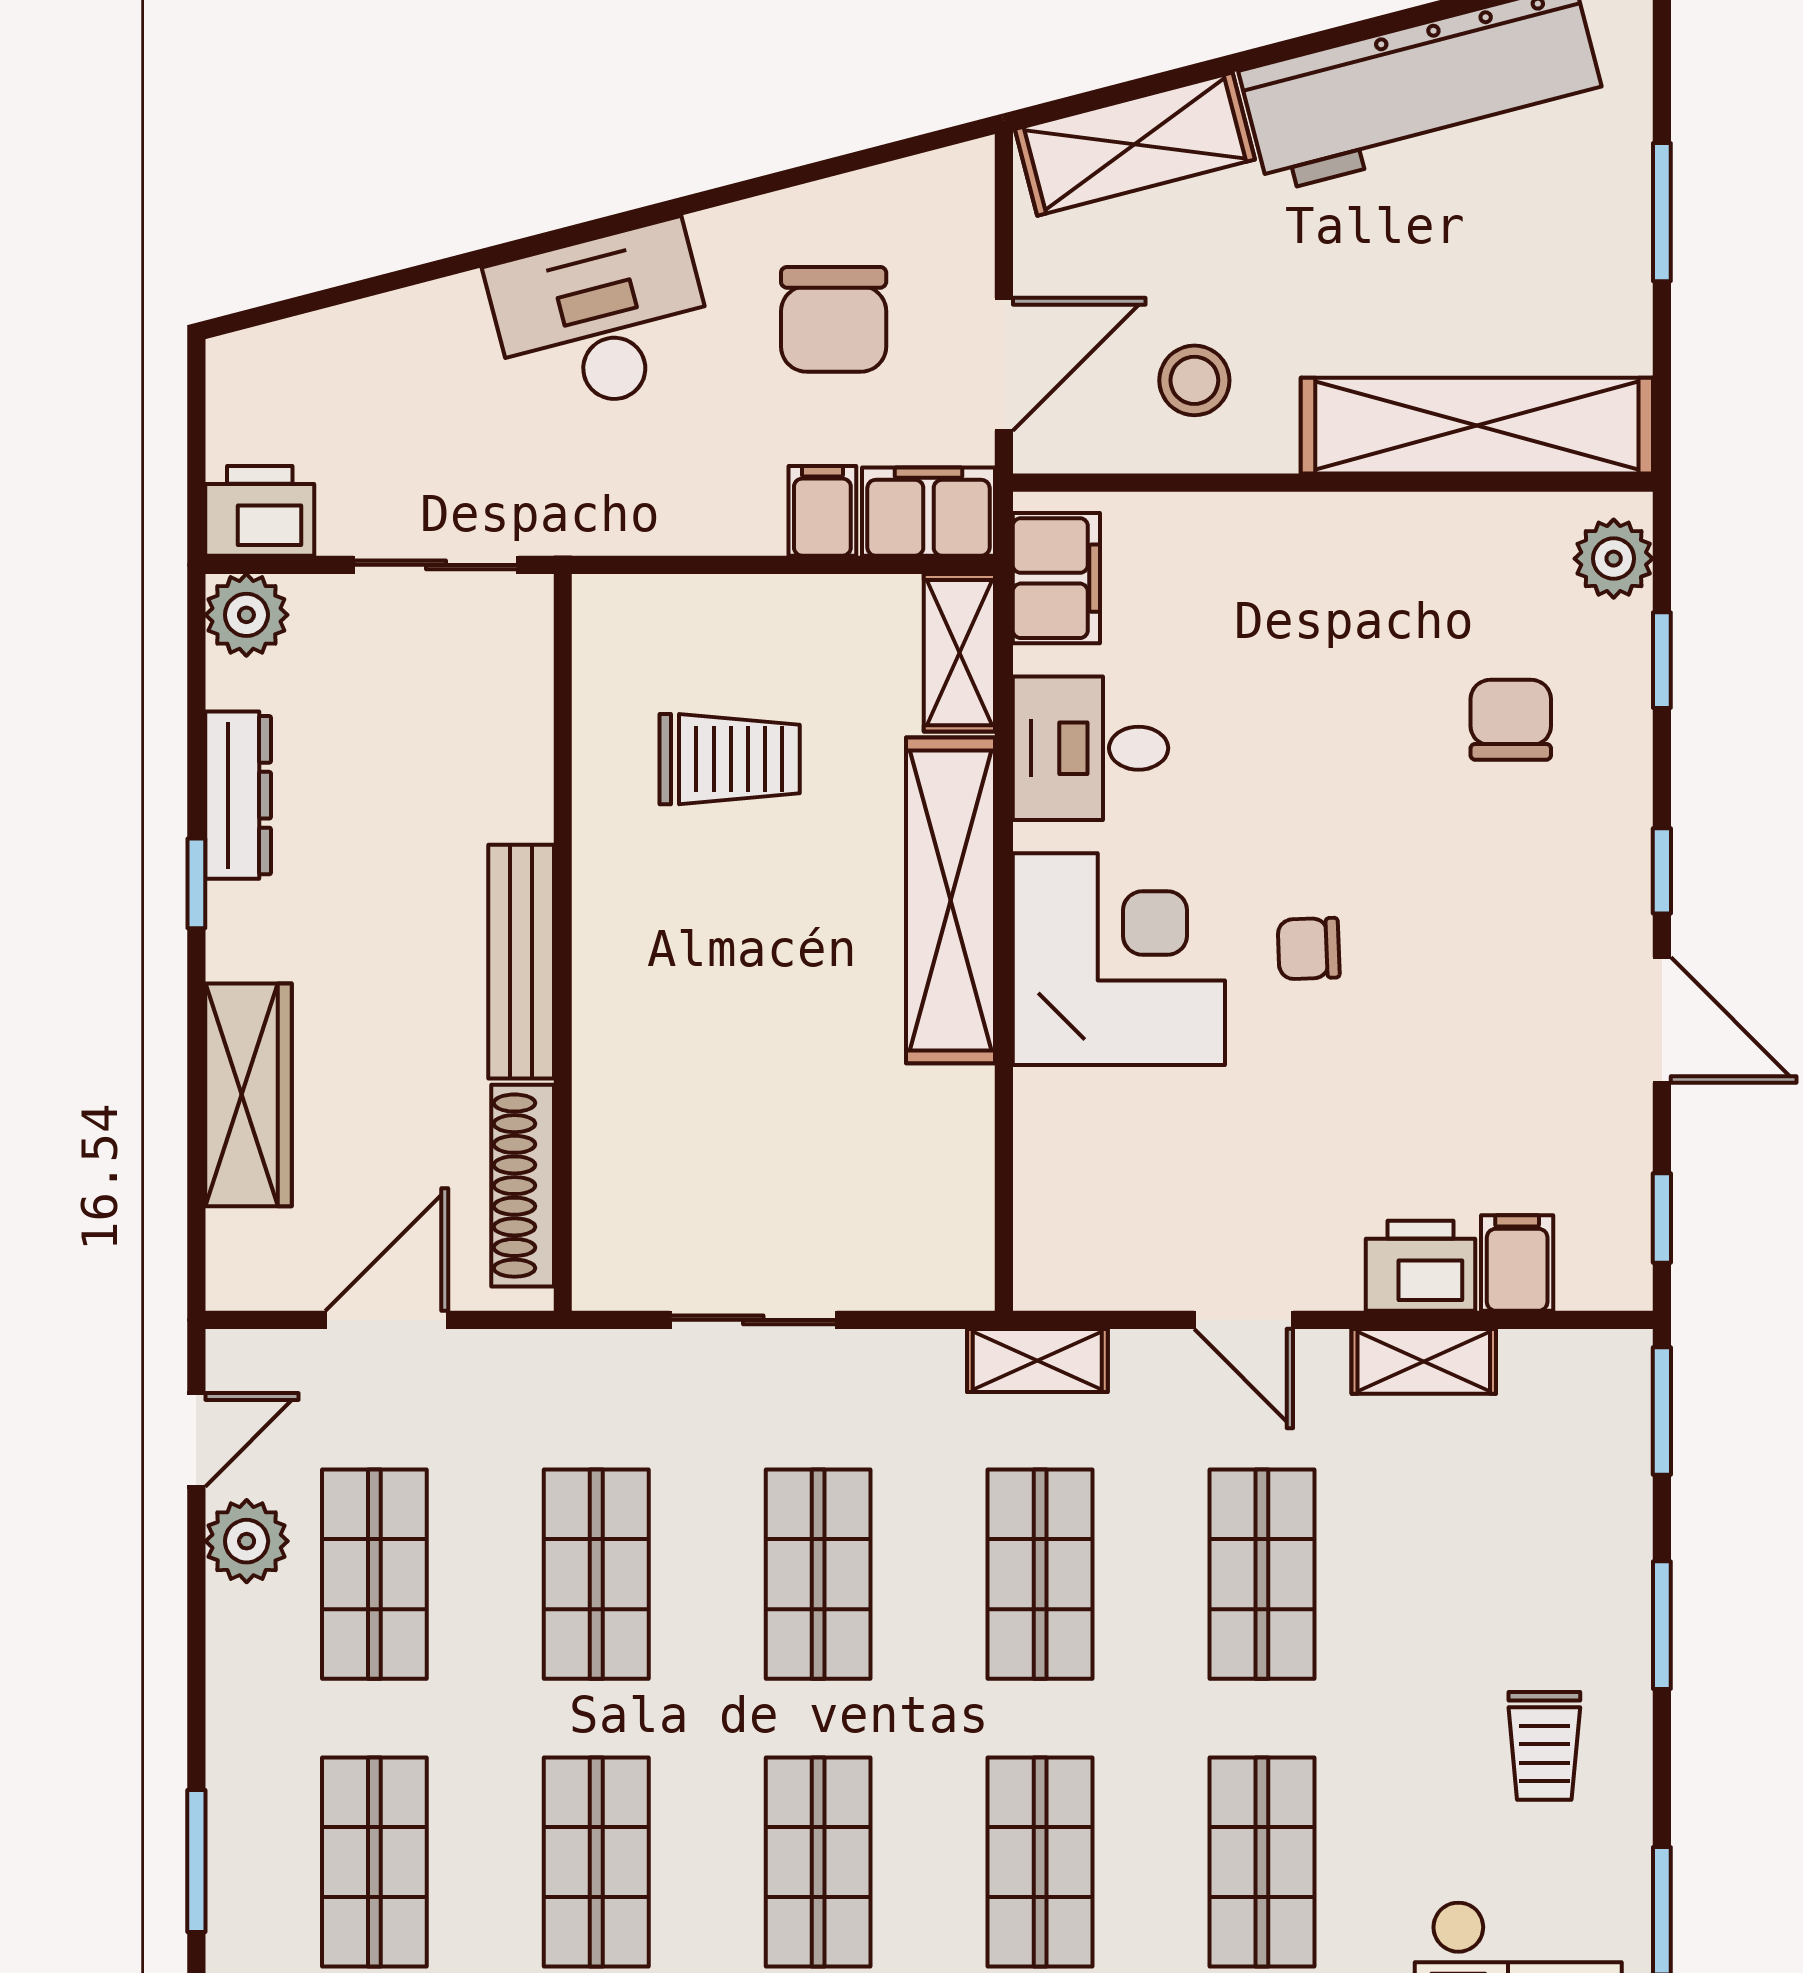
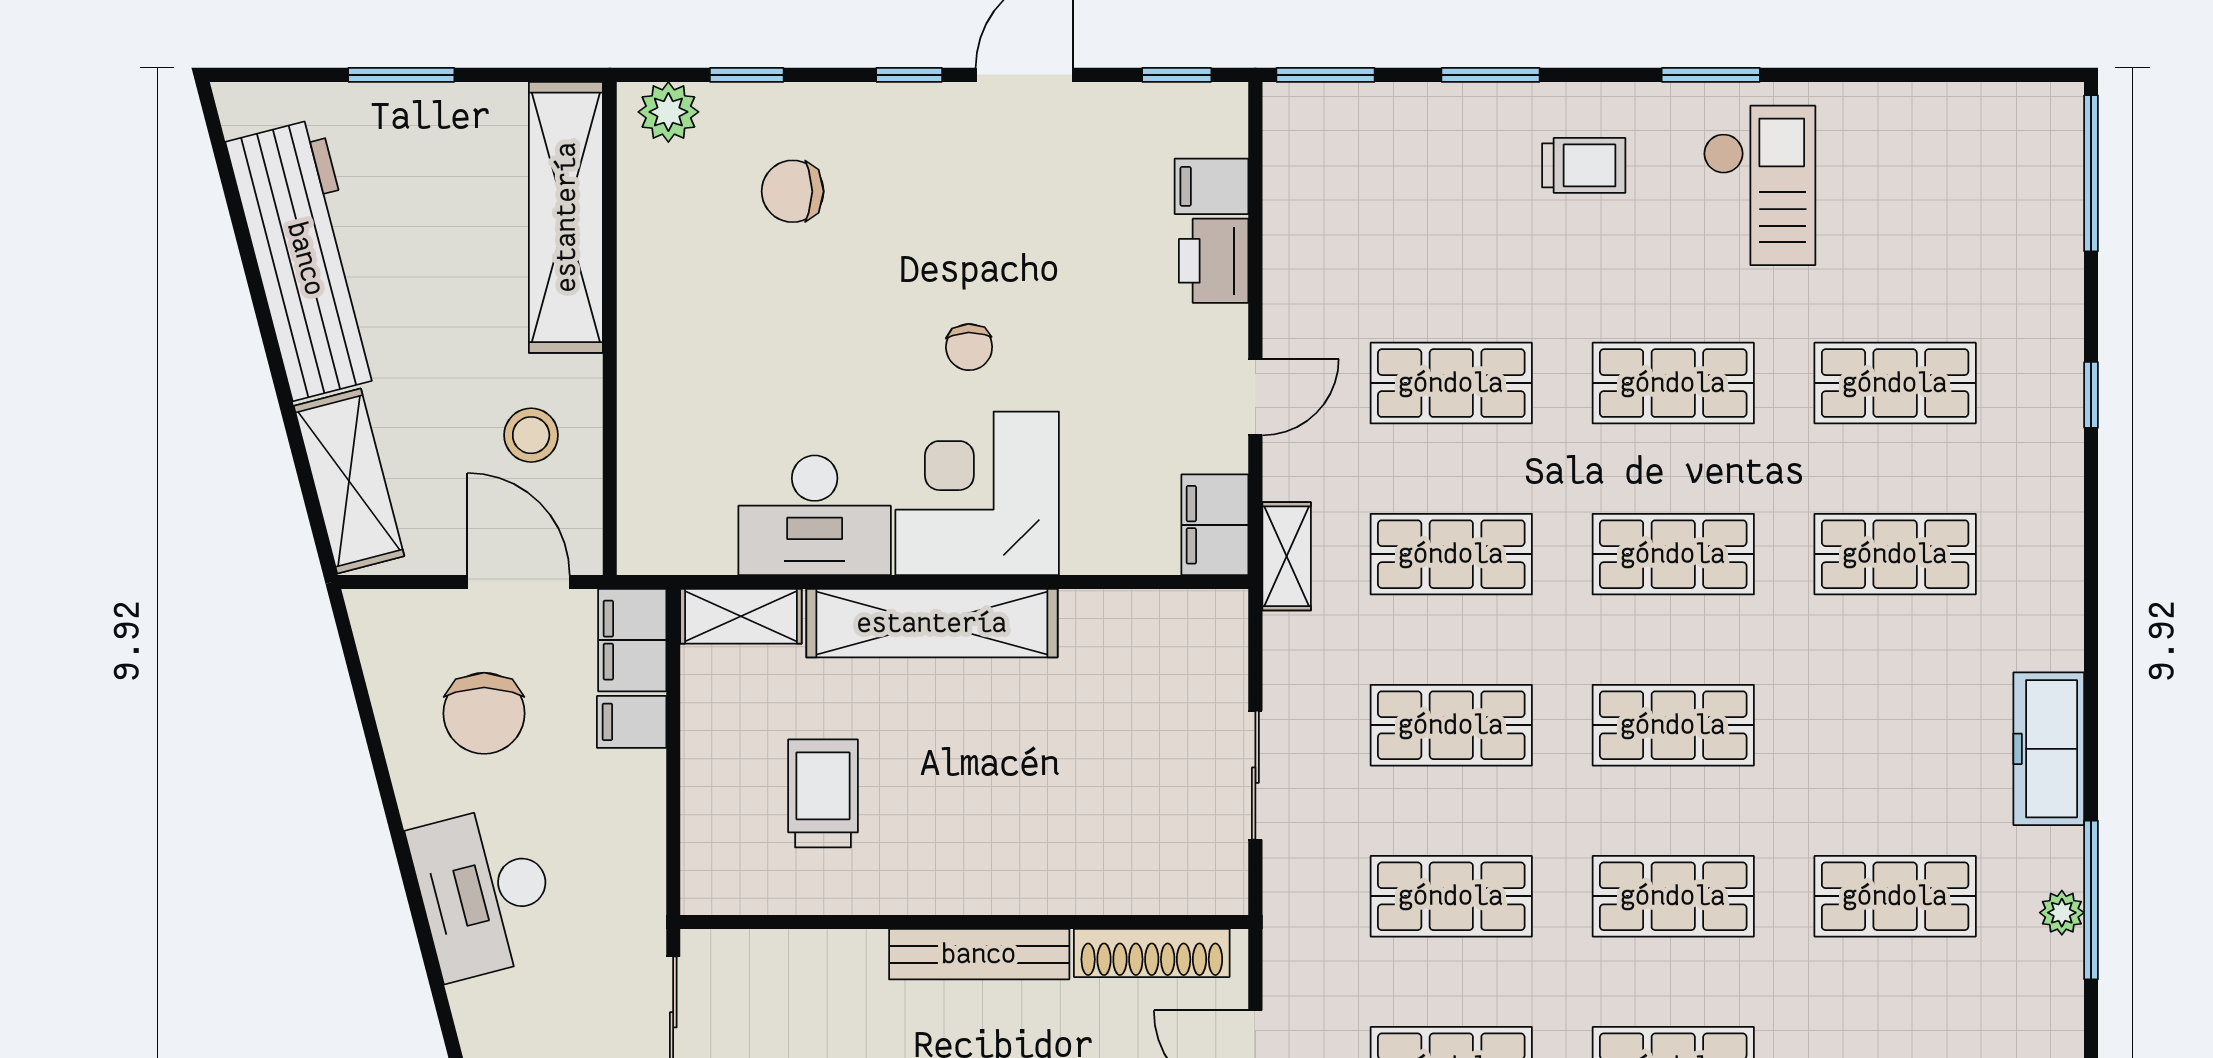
chair: (834, 319) -> (484, 713), turned 90
filing cabinet: (1056, 578) -> (1215, 525), moved, turned -90
desk: (1090, 748) -> (815, 515), width x1.37
shelving: (1424, 1361) -> (1287, 258), removed

